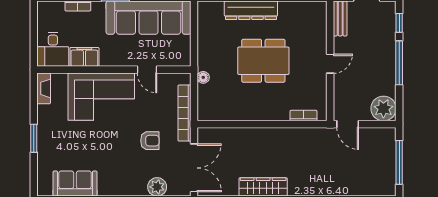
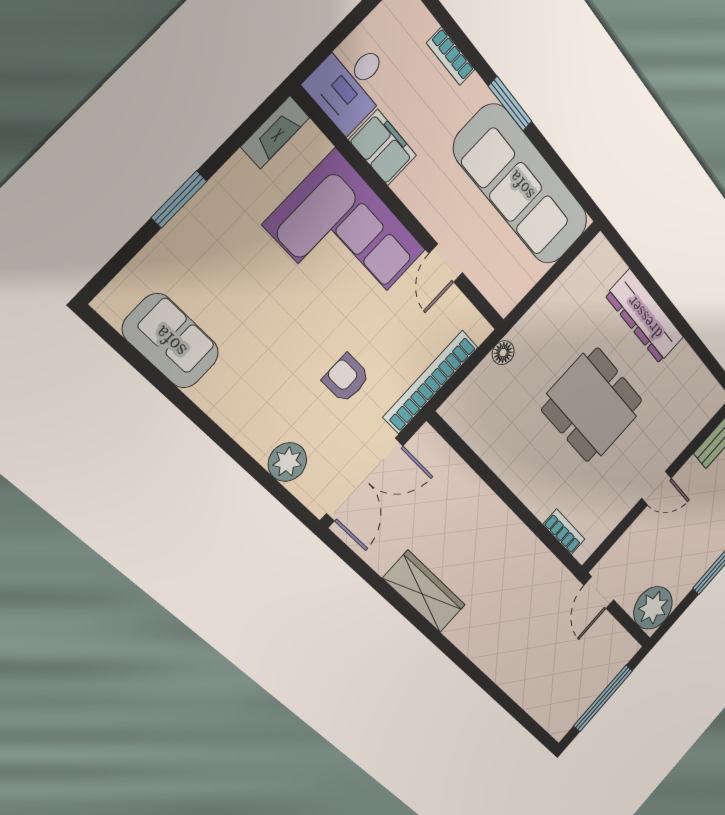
armchair: (150, 141) -> (346, 378), turned 180

